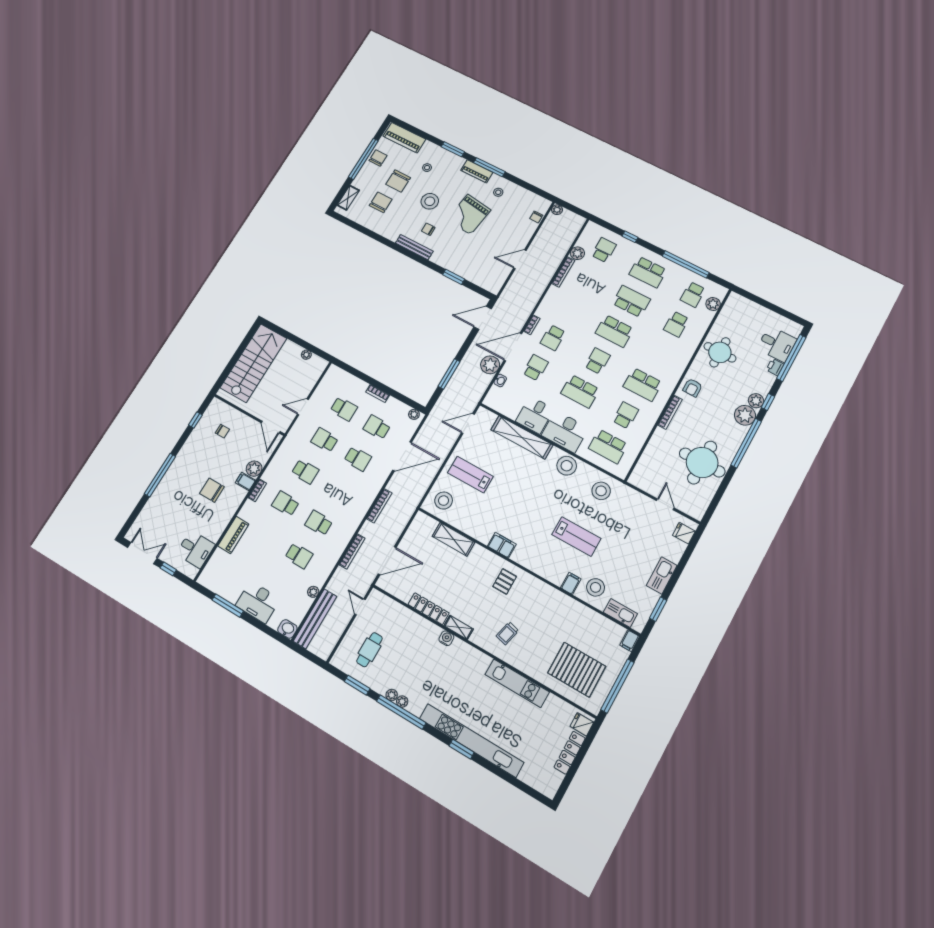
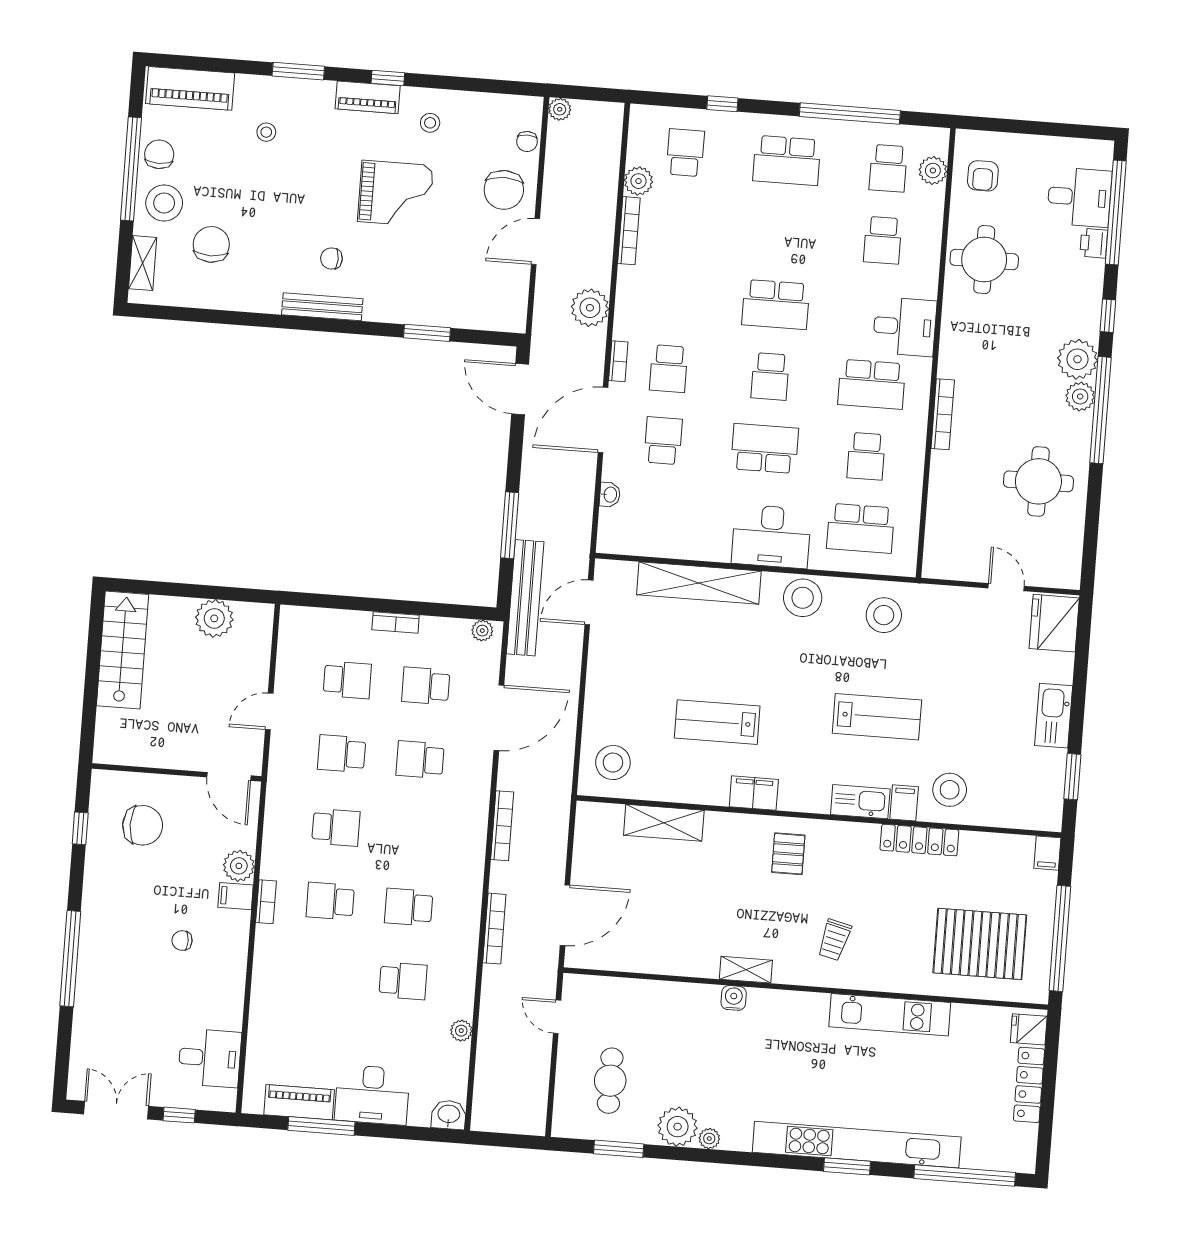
window: (489, 167) -> (388, 78), width x0.46
chair: (398, 181) -> (504, 190), moved
stool: (430, 201) -> (164, 203), moved
grand piano: (469, 214) -> (395, 193), turned -98
school desk: (631, 301) -> (781, 232), removed
door: (483, 318) -> (520, 389), hinge flipped
plant: (306, 355) -> (214, 618), width x1.88, depth x1.88
school desk: (597, 361) -> (770, 376), turned 180
stairs: (254, 363) -> (123, 650), width x0.73, depth x0.66
plant: (490, 365) -> (590, 308), moved
armchair: (693, 388) -> (983, 176), moved
school desk: (580, 391) -> (765, 448), turned 180
plant: (756, 401) -> (1080, 396), moved
desk: (535, 415) -> (905, 327), moved, turned -90
school desk: (626, 415) -> (866, 456), turned 180
chair: (222, 431) -> (143, 825), width x1.87, depth x1.87
school desk: (358, 459) -> (420, 760), turned 180
round table: (702, 462) -> (1038, 481), width x0.73, depth x0.73
lab bench: (470, 475) -> (717, 722), moved
chair: (212, 490) -> (182, 940), width x0.54, depth x0.54
fridge: (684, 533) -> (1054, 623), width x1.88, depth x1.34
piano: (233, 535) -> (299, 1102), moved, turned -90
locker: (429, 609) -> (919, 840), moved, turned 180
kitchen sink: (620, 613) -> (860, 802), moved
bench: (315, 619) -> (525, 598), moved
plant: (392, 695) -> (678, 1127), width x1.88, depth x1.88
window: (401, 712) -> (965, 1175), moved

